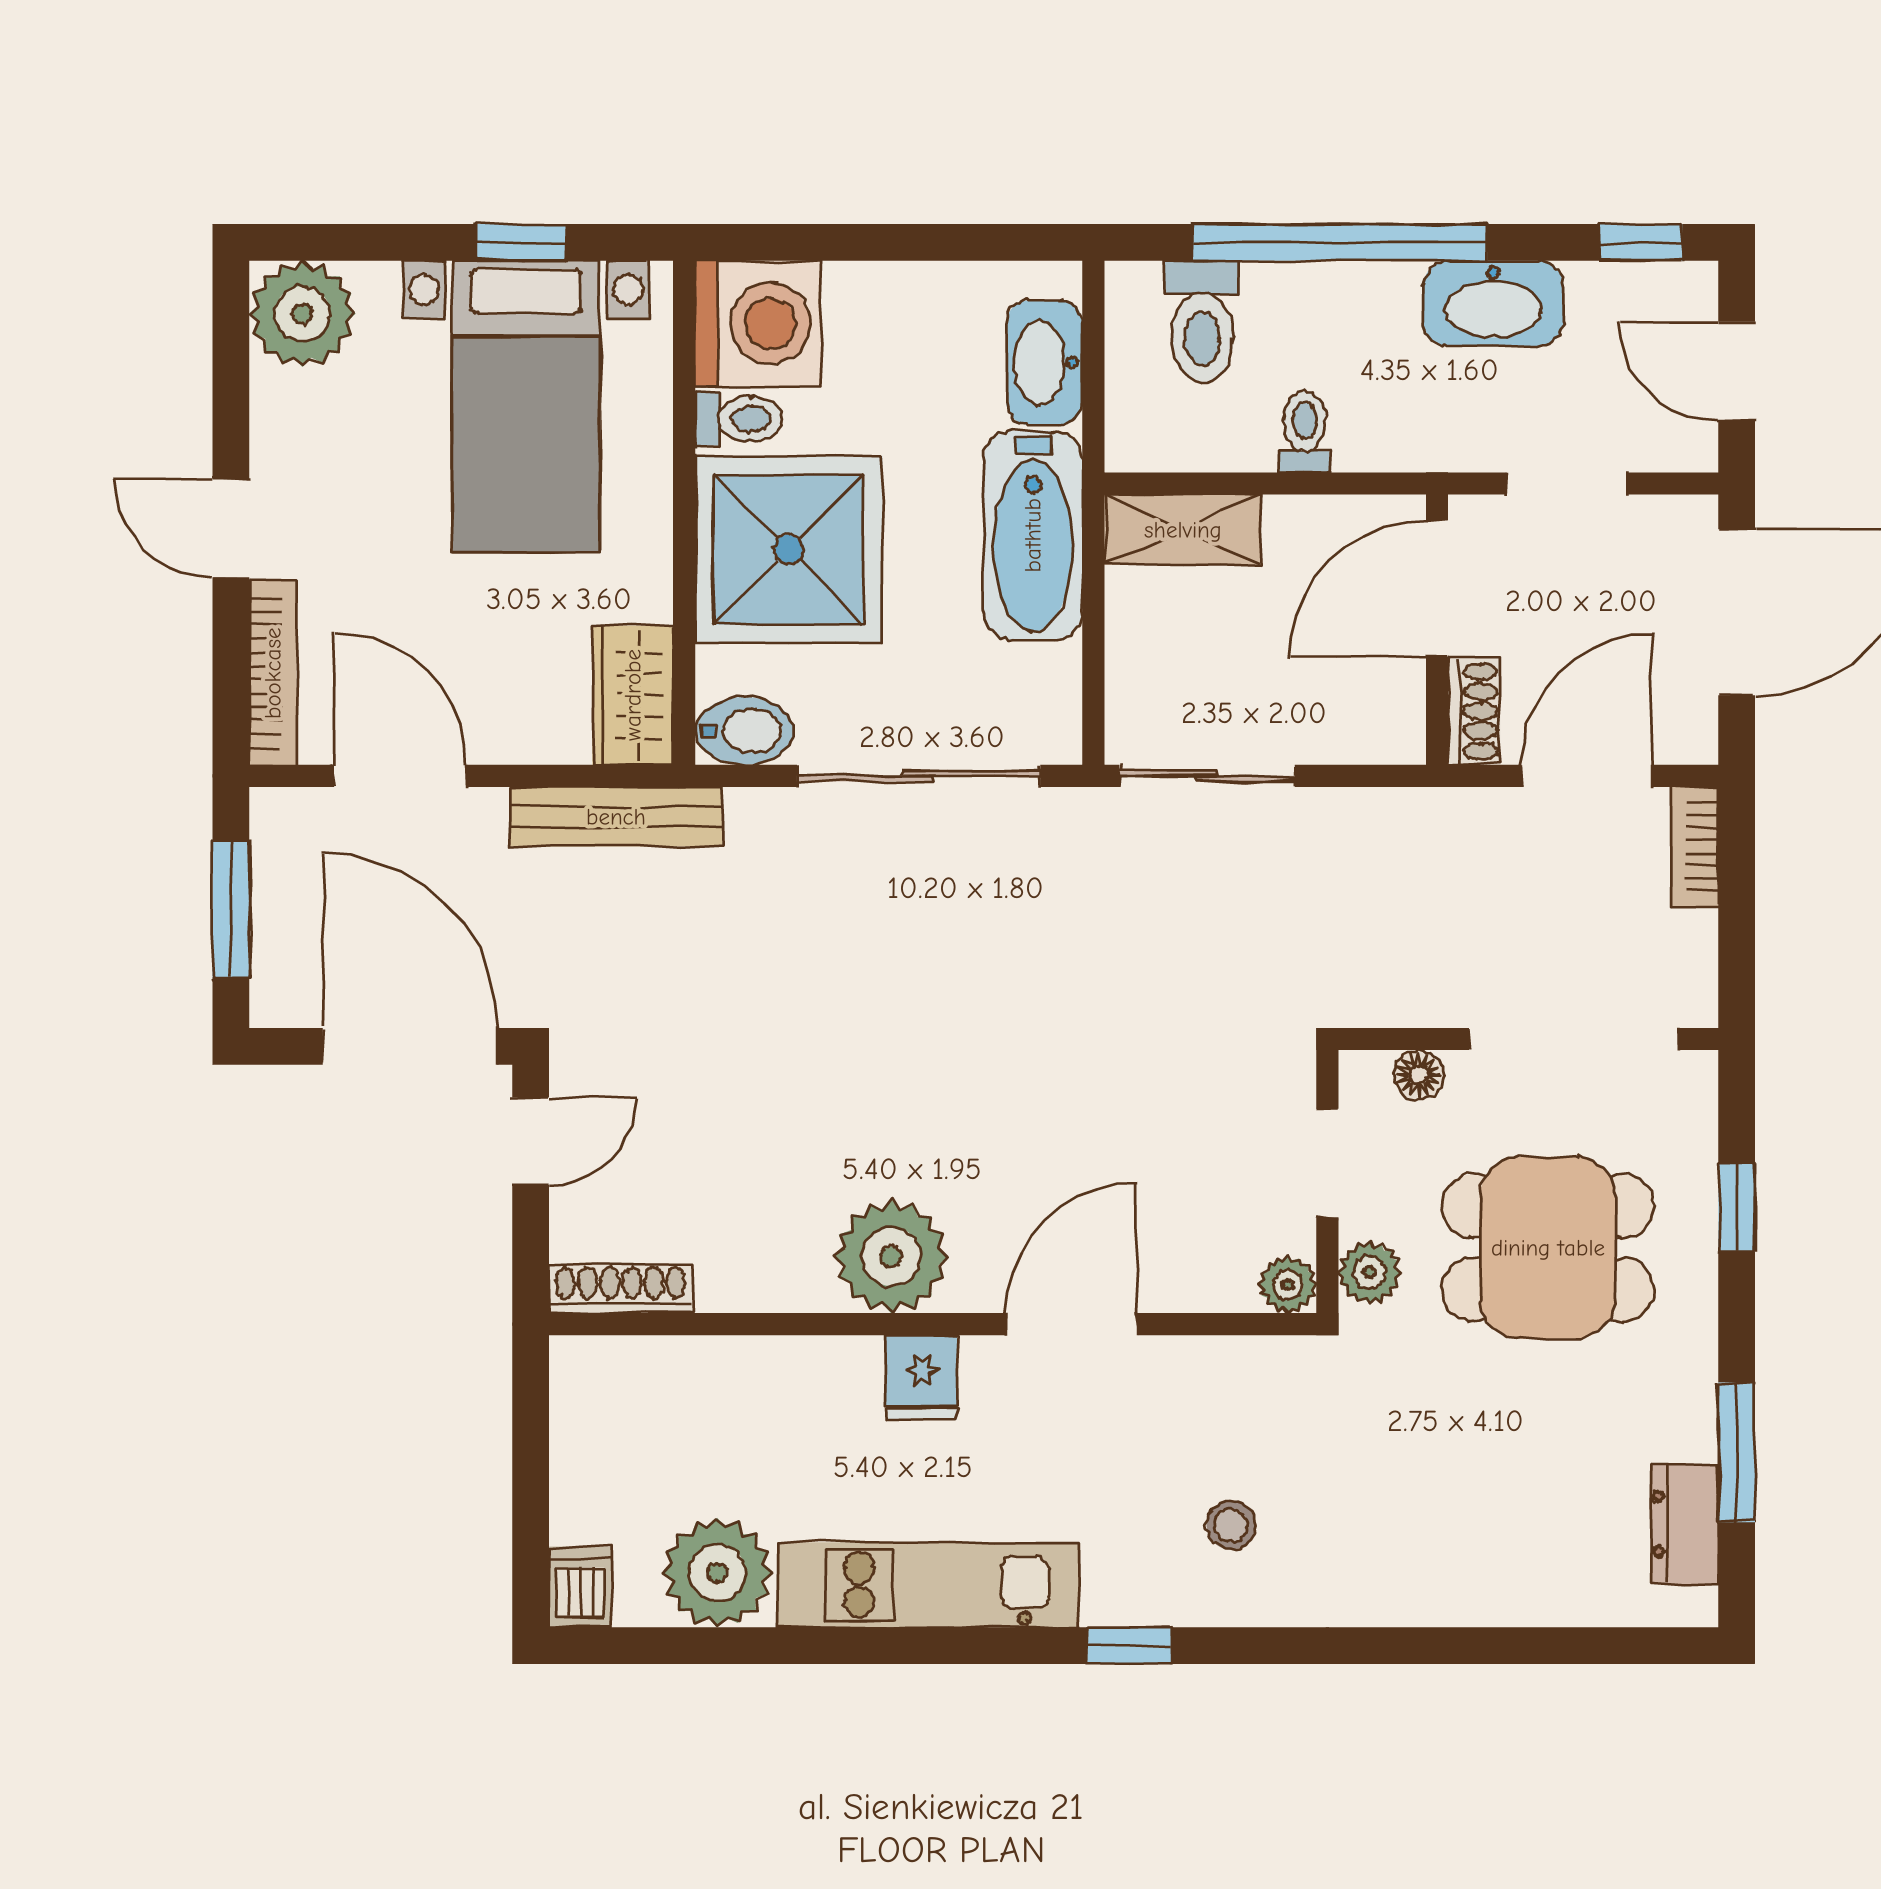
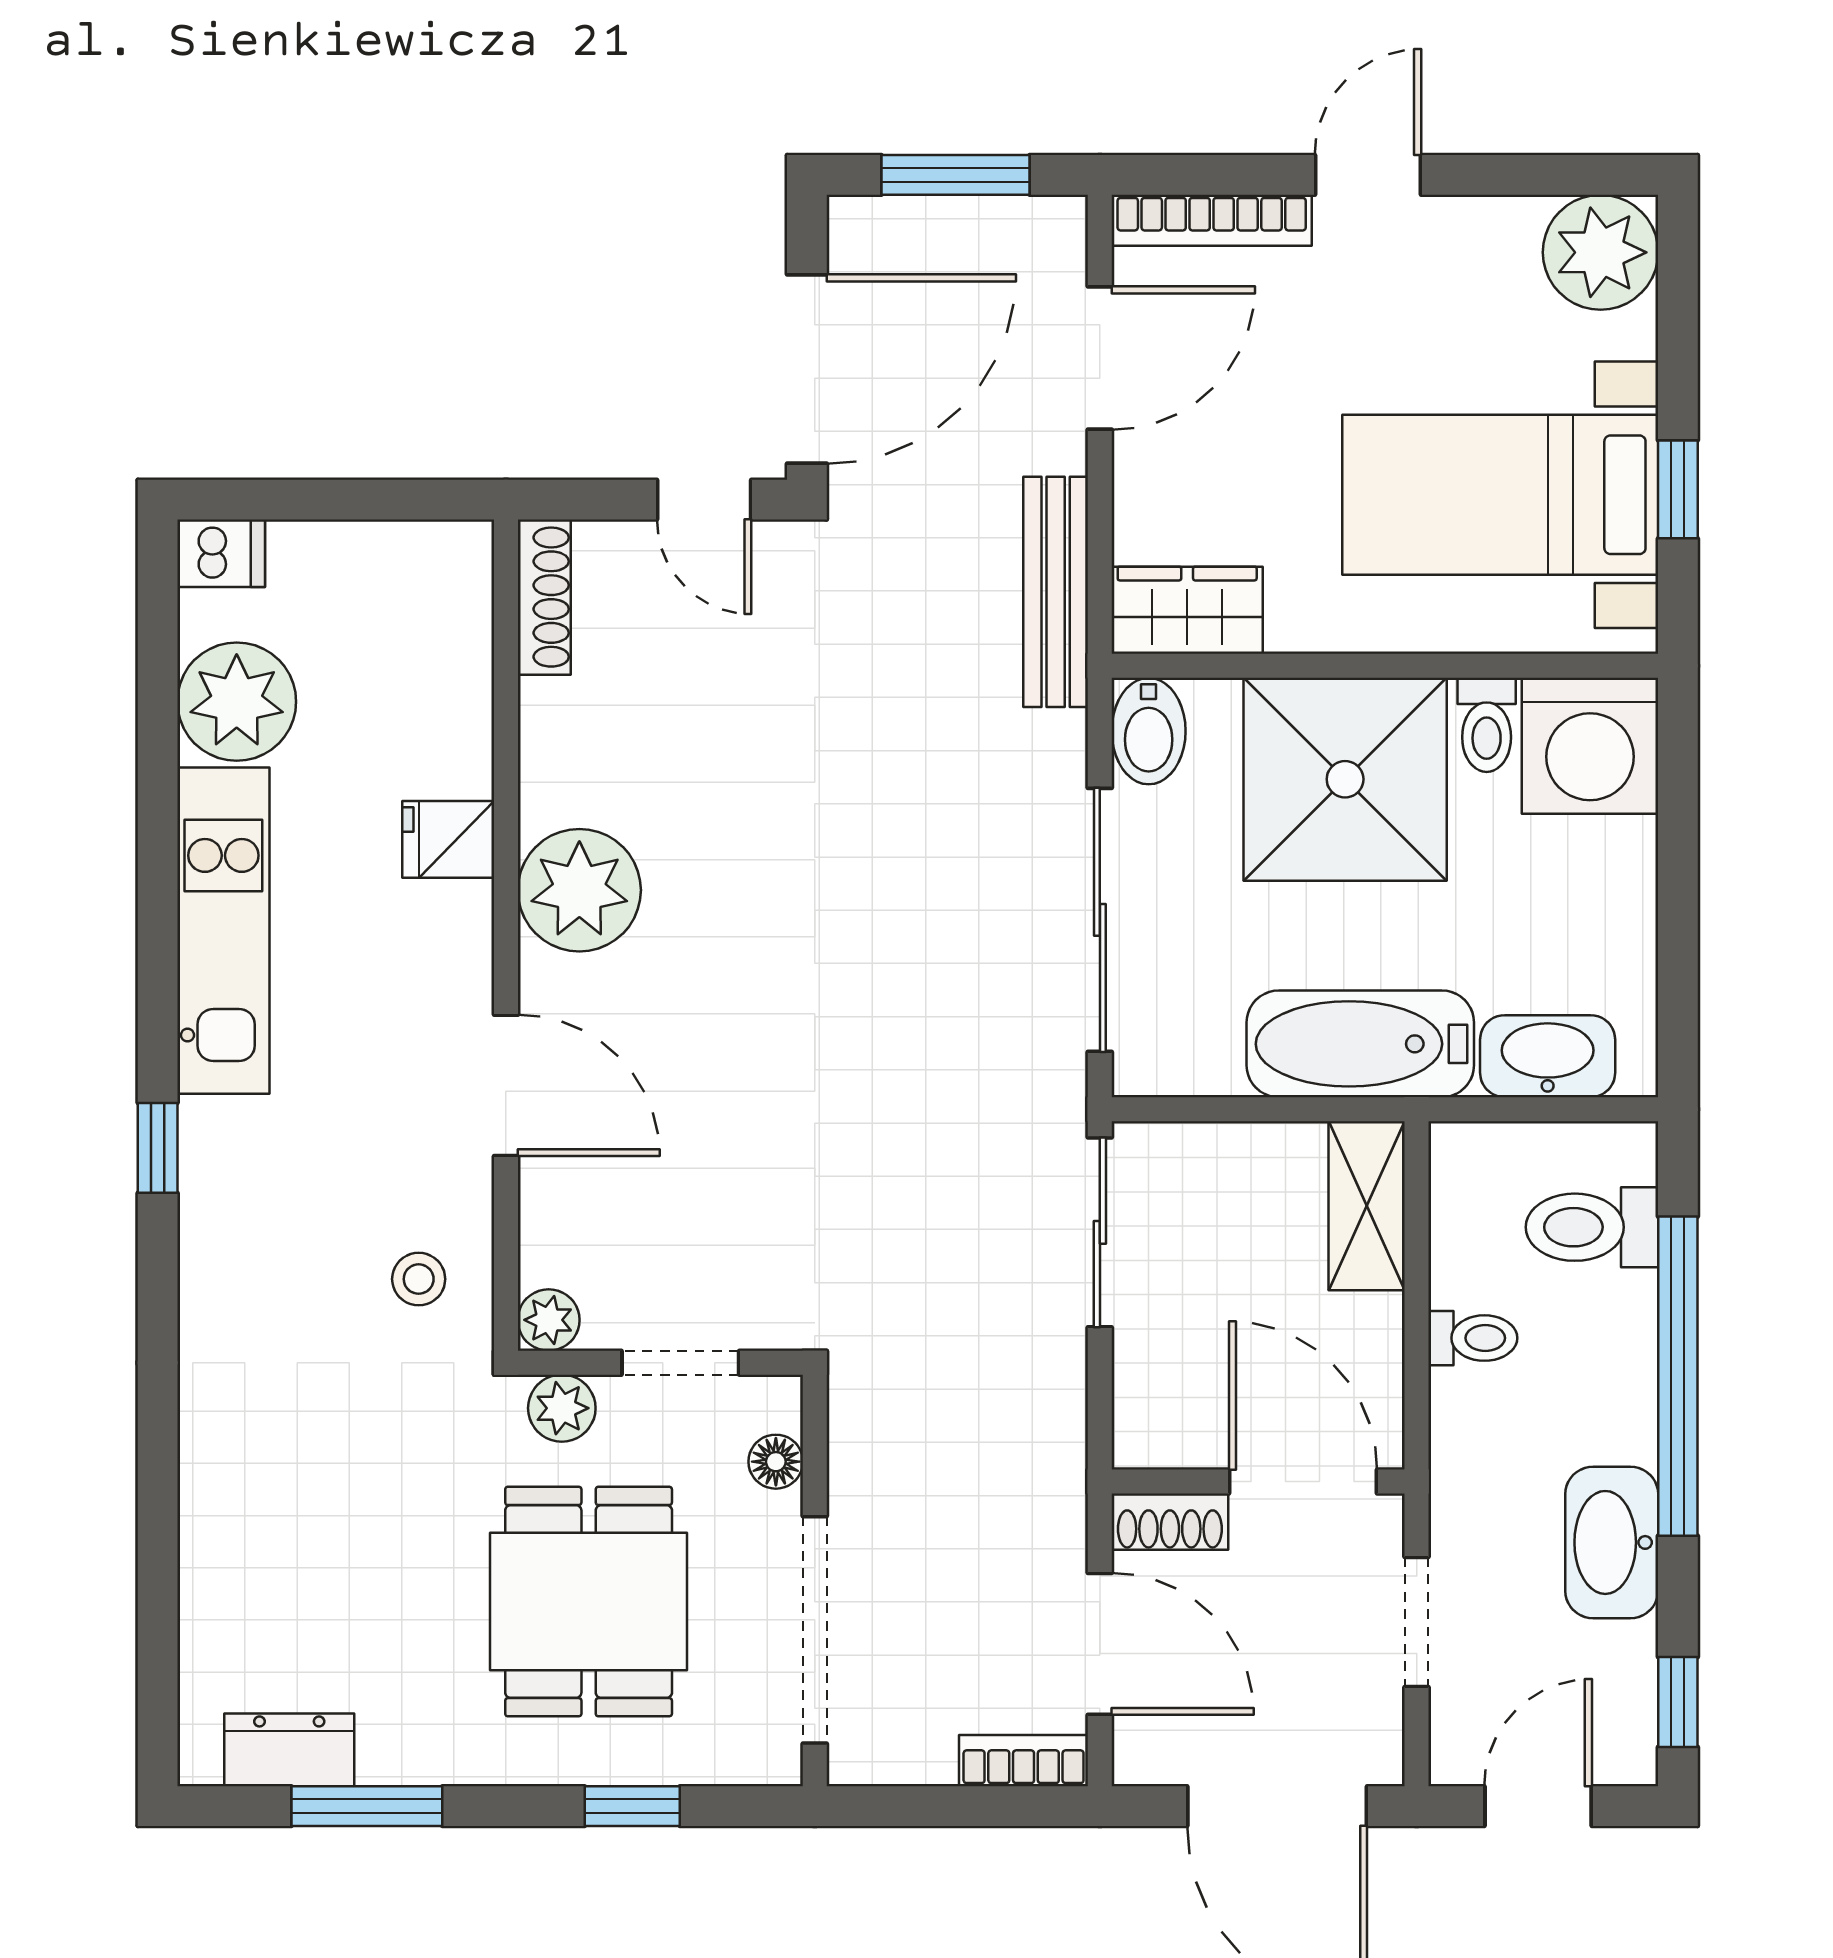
fridge: (922, 1377) -> (448, 839), moved
stool: (1231, 1525) -> (419, 1279), moved

